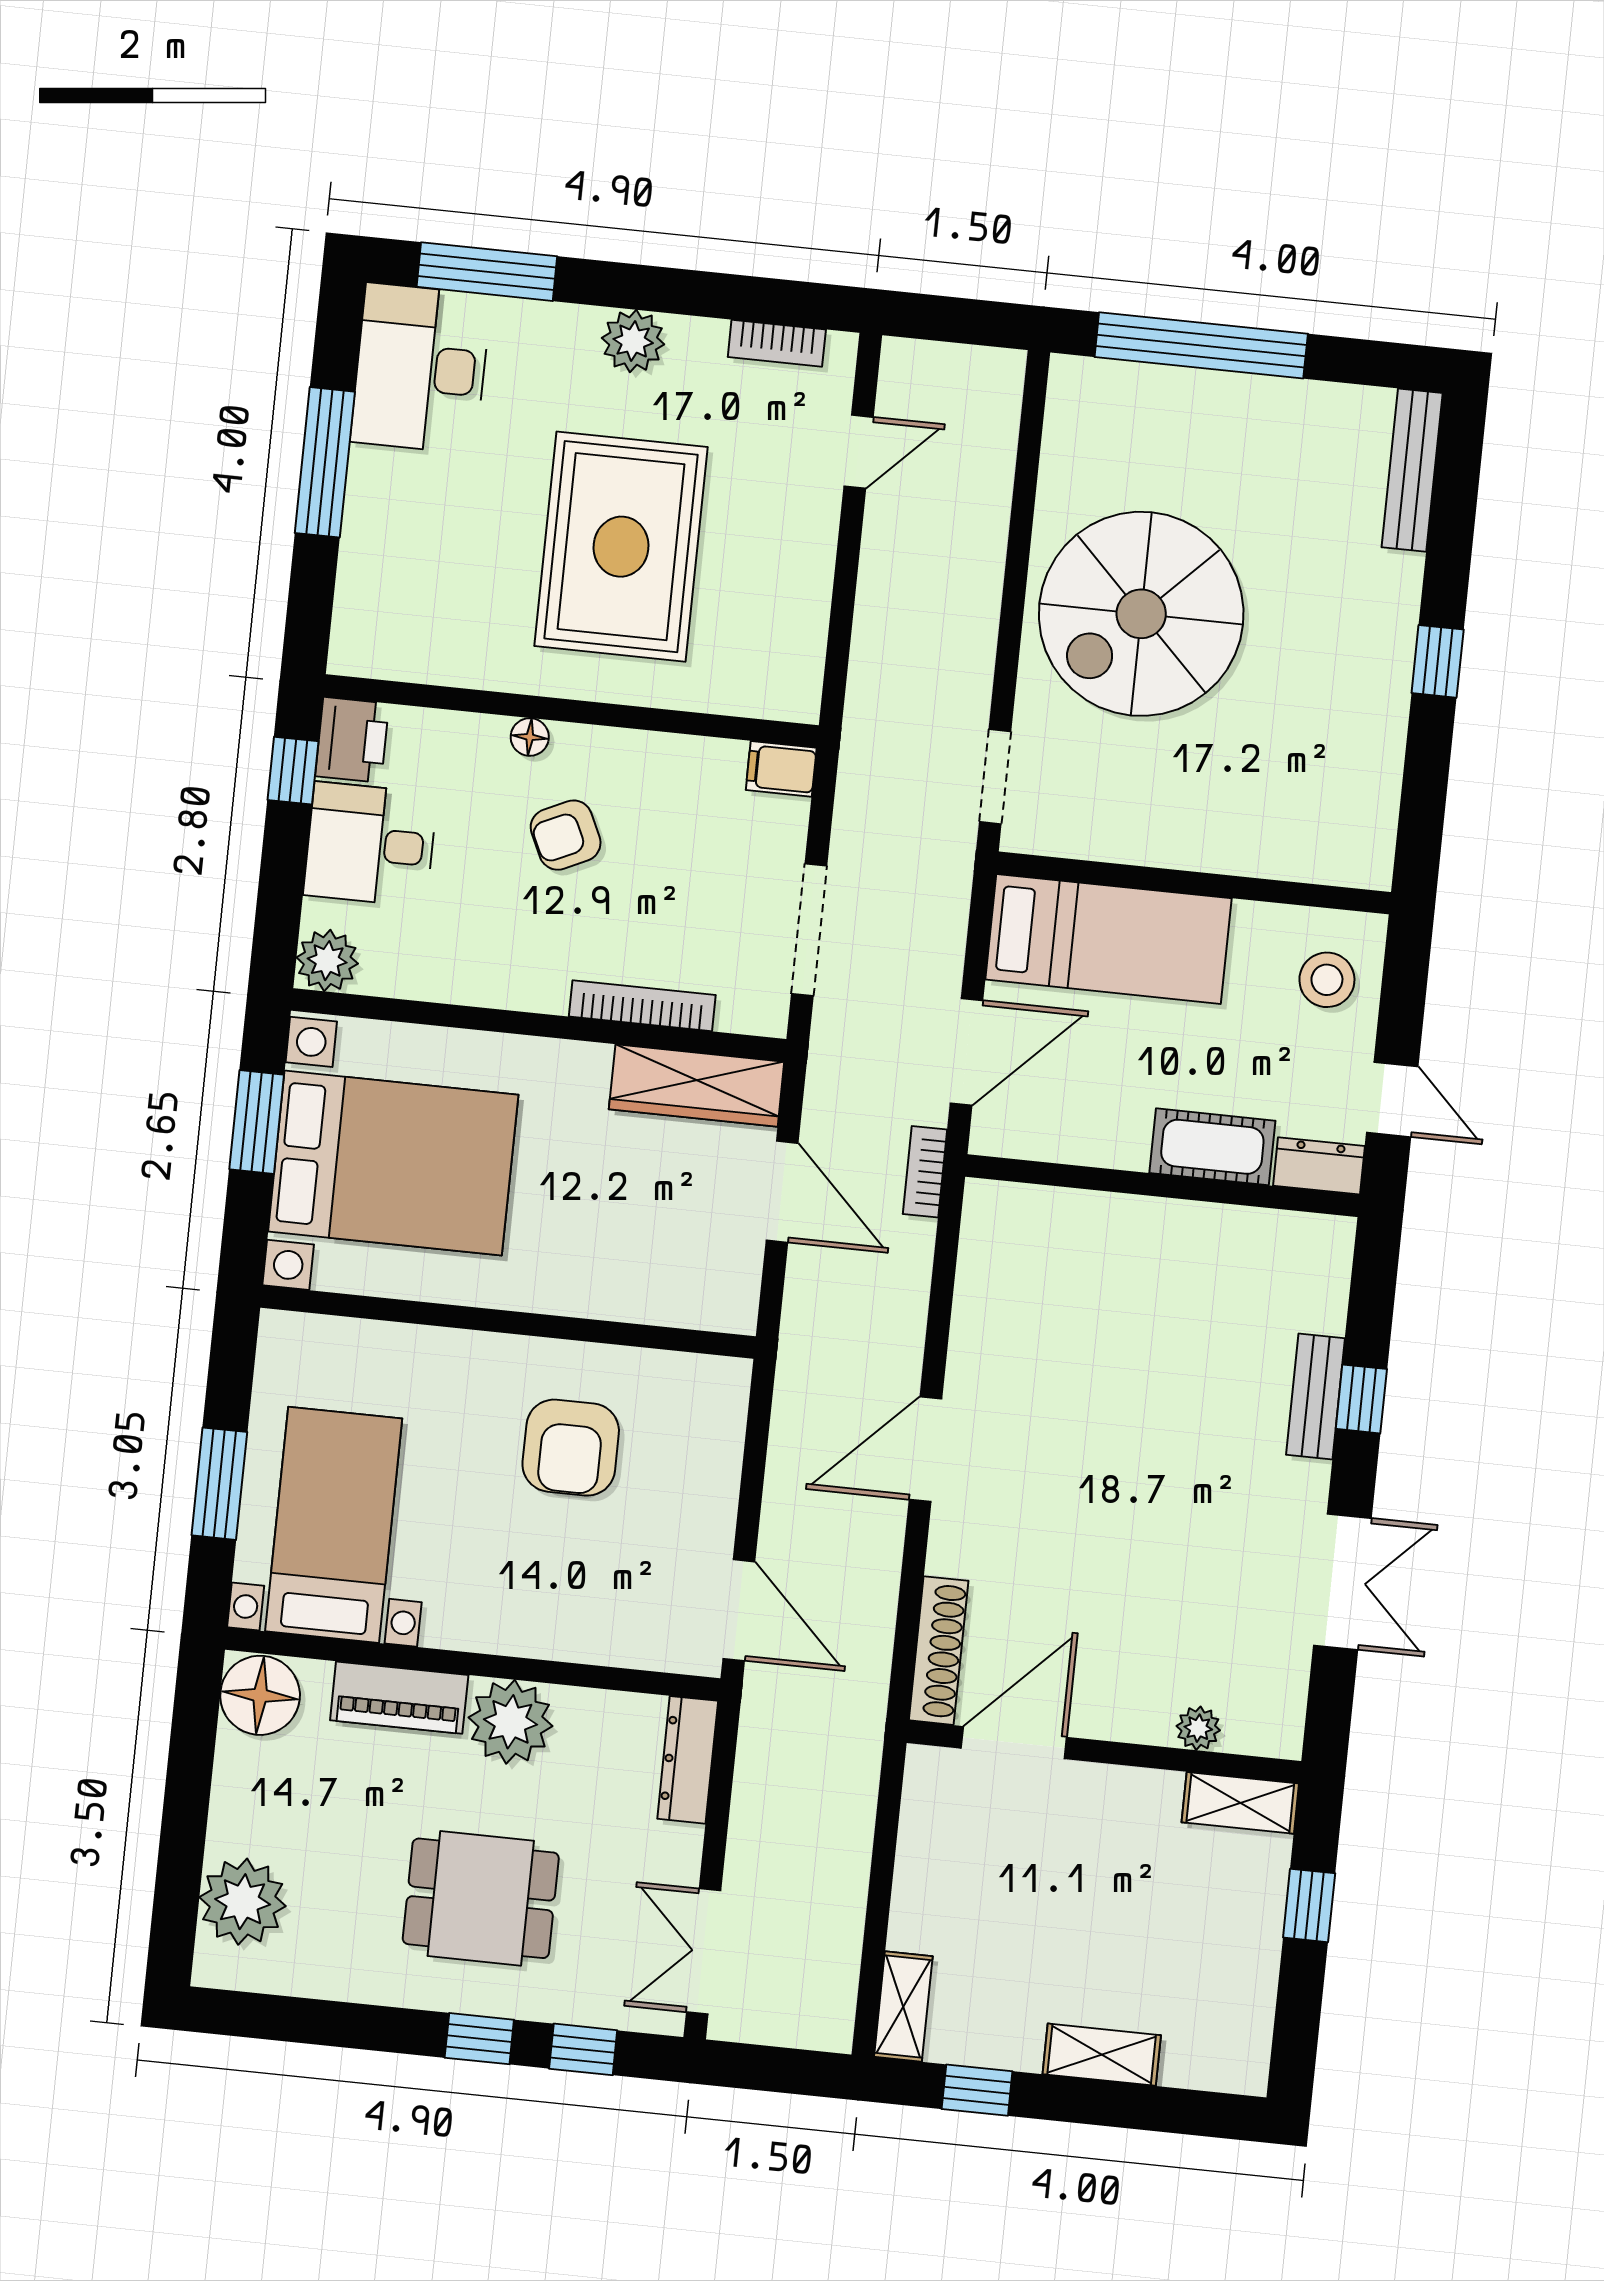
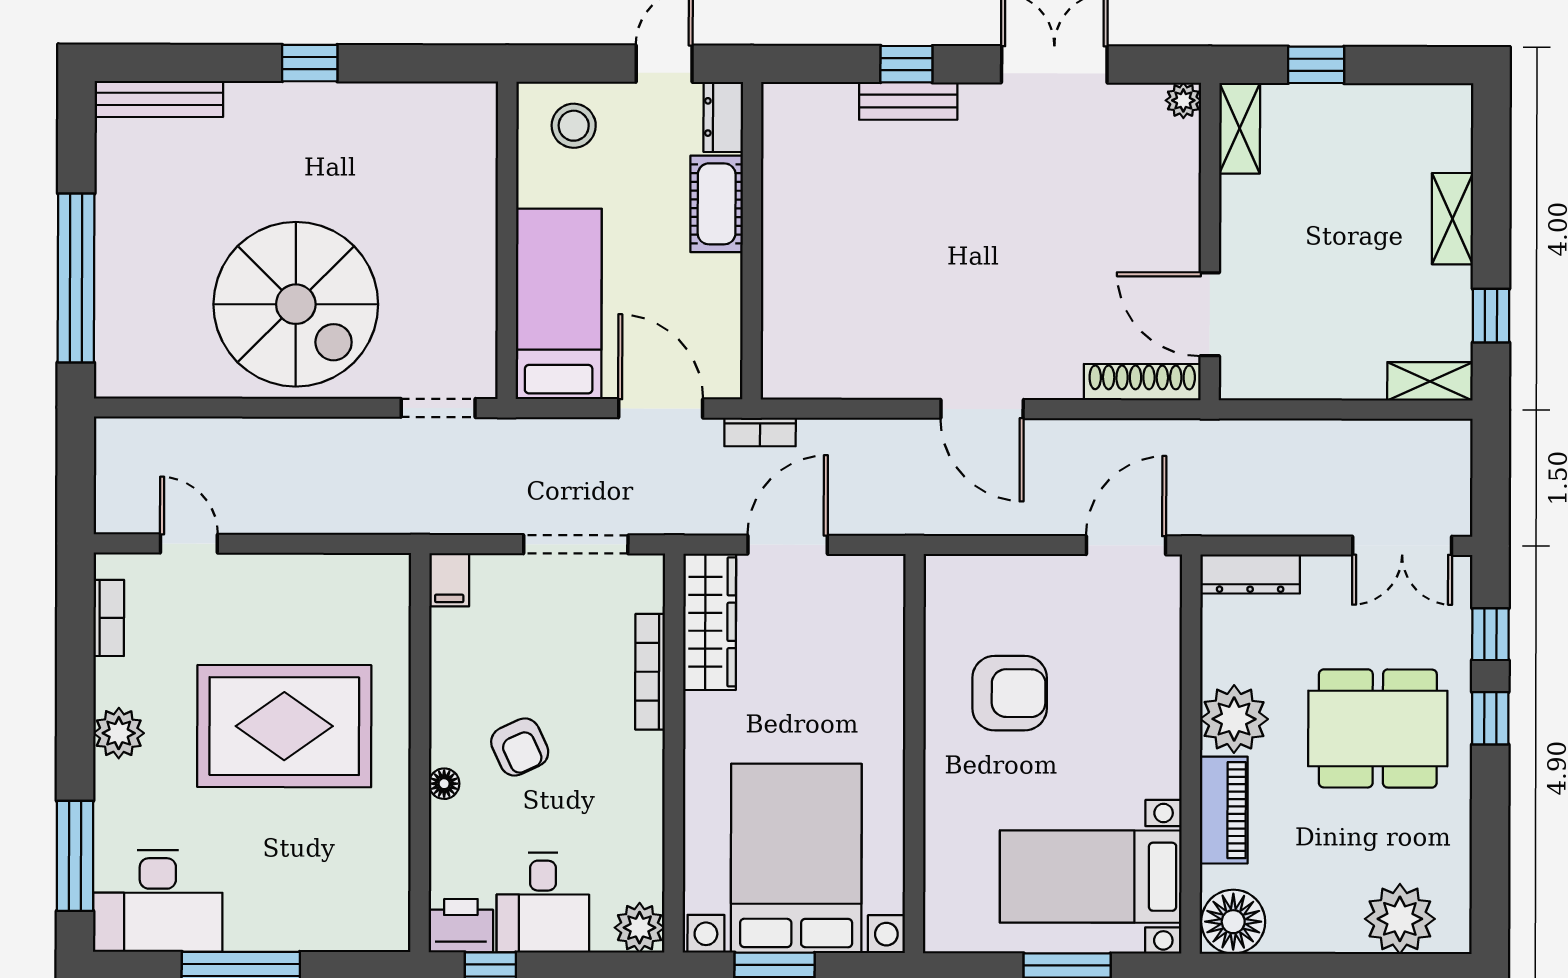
plant: (1198, 1728) -> (1183, 100), moved
dining table: (481, 1898) -> (1378, 728), width x1.38

